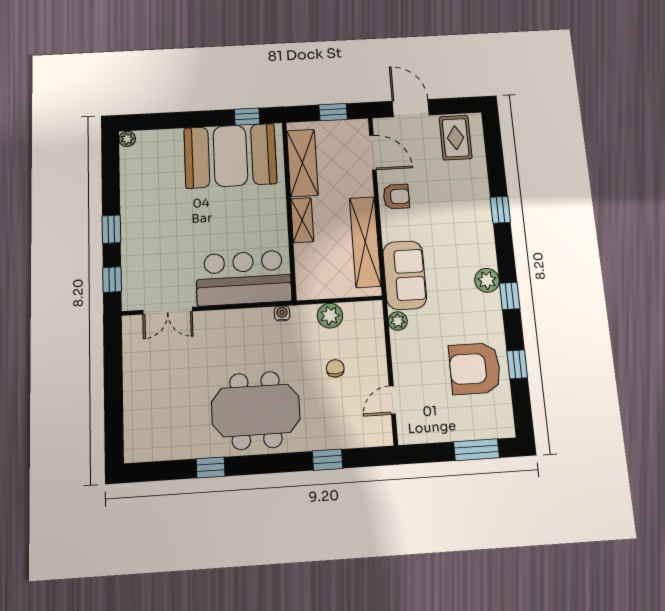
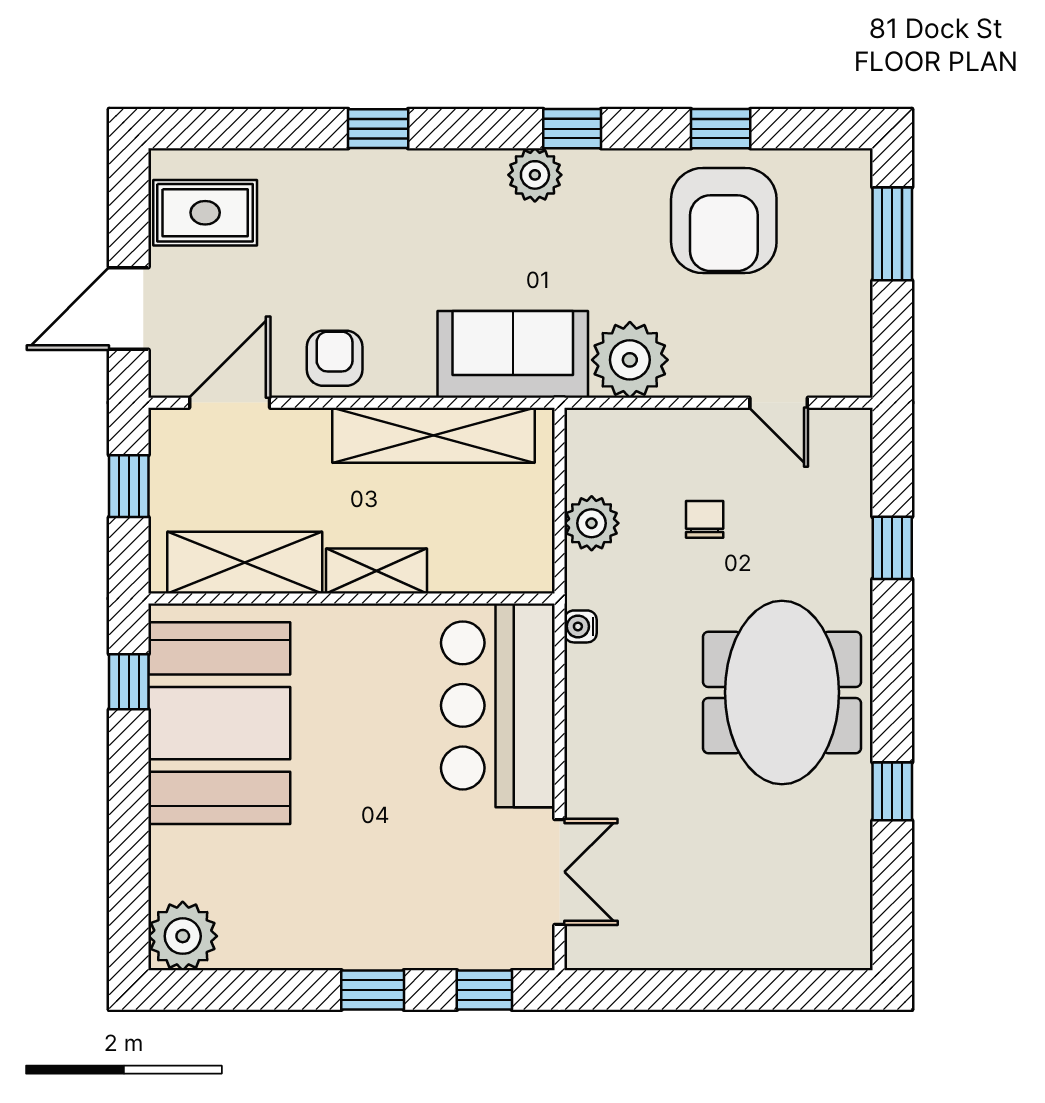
plant: (127, 139) -> (183, 936), width x1.87, depth x1.87
plant: (398, 321) -> (630, 360), width x1.87, depth x1.87
chair: (335, 368) -> (705, 519), turned 90

